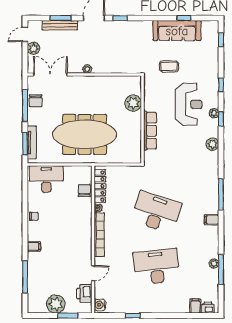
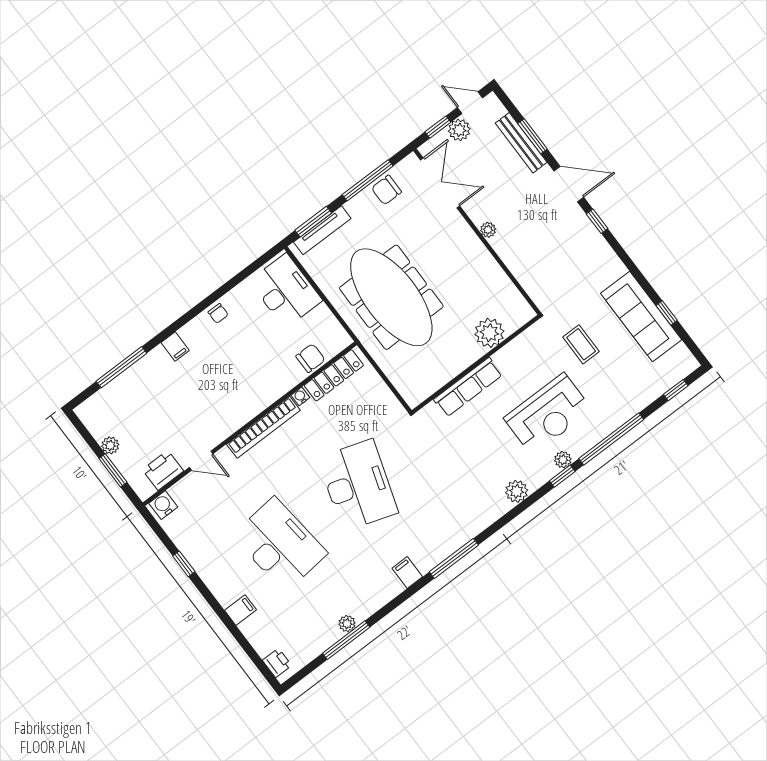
window: (25, 57) -> (438, 127), added
window: (221, 85) -> (611, 439), width x3.17
plant: (56, 304) -> (110, 445), width x0.53, depth x0.53
filing cabinet: (195, 306) -> (240, 610), moved

